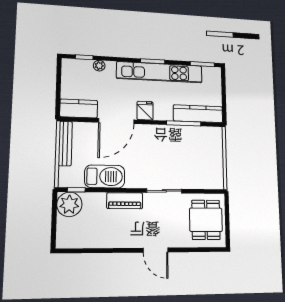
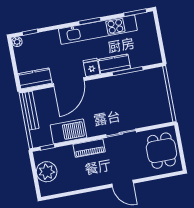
plant: (99, 66) -> (17, 42), moved
kitchen counter: (198, 114) -> (114, 64), moved, width x0.67
plant: (69, 204) -> (47, 172), moved

